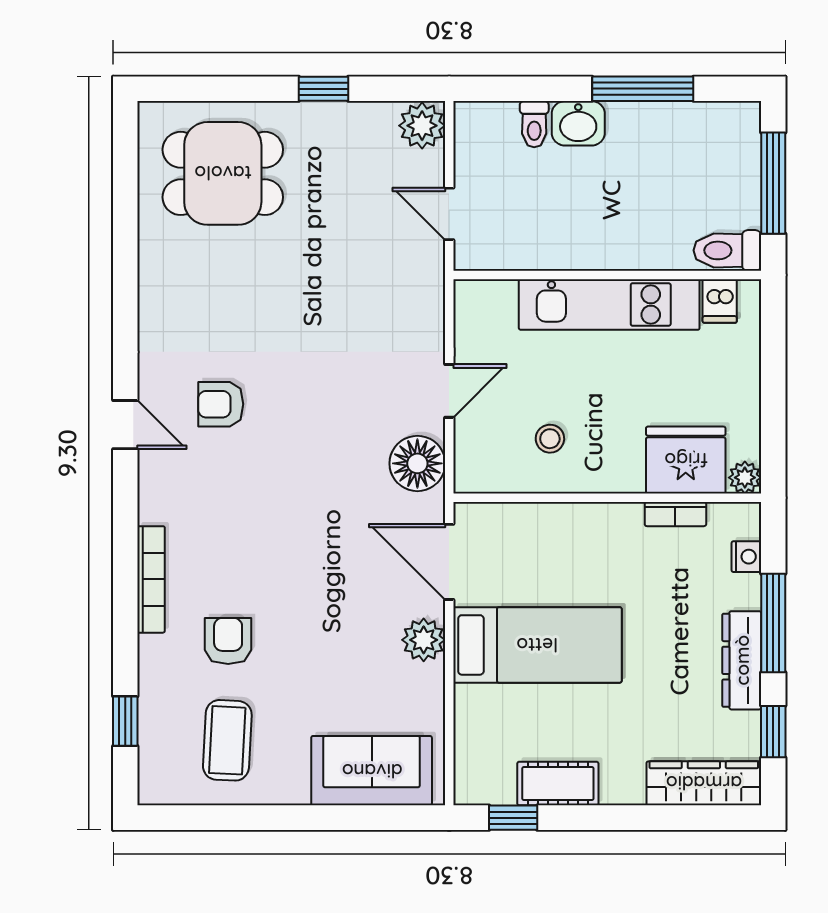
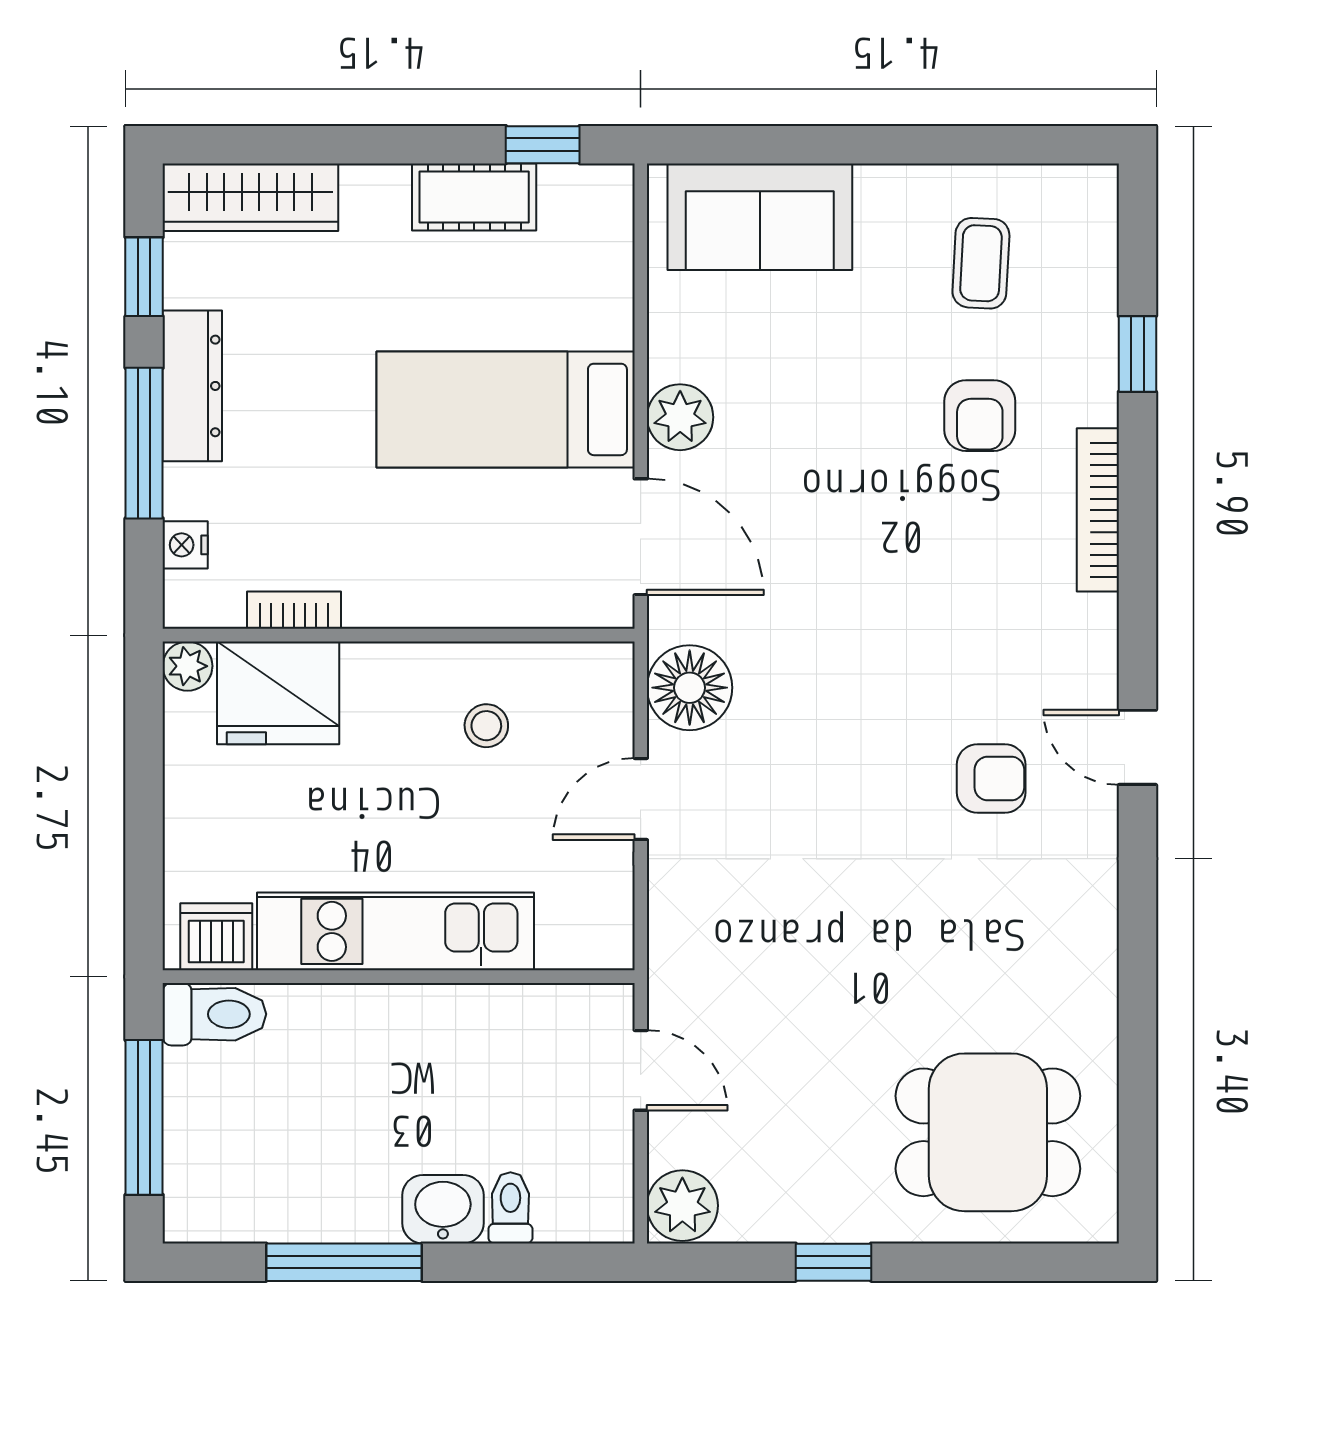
dishwasher: (720, 301) -> (216, 937), width x1.38
window: (125, 721) -> (1137, 354), moved
coffee table: (227, 740) -> (981, 263), width x0.73, depth x0.77

